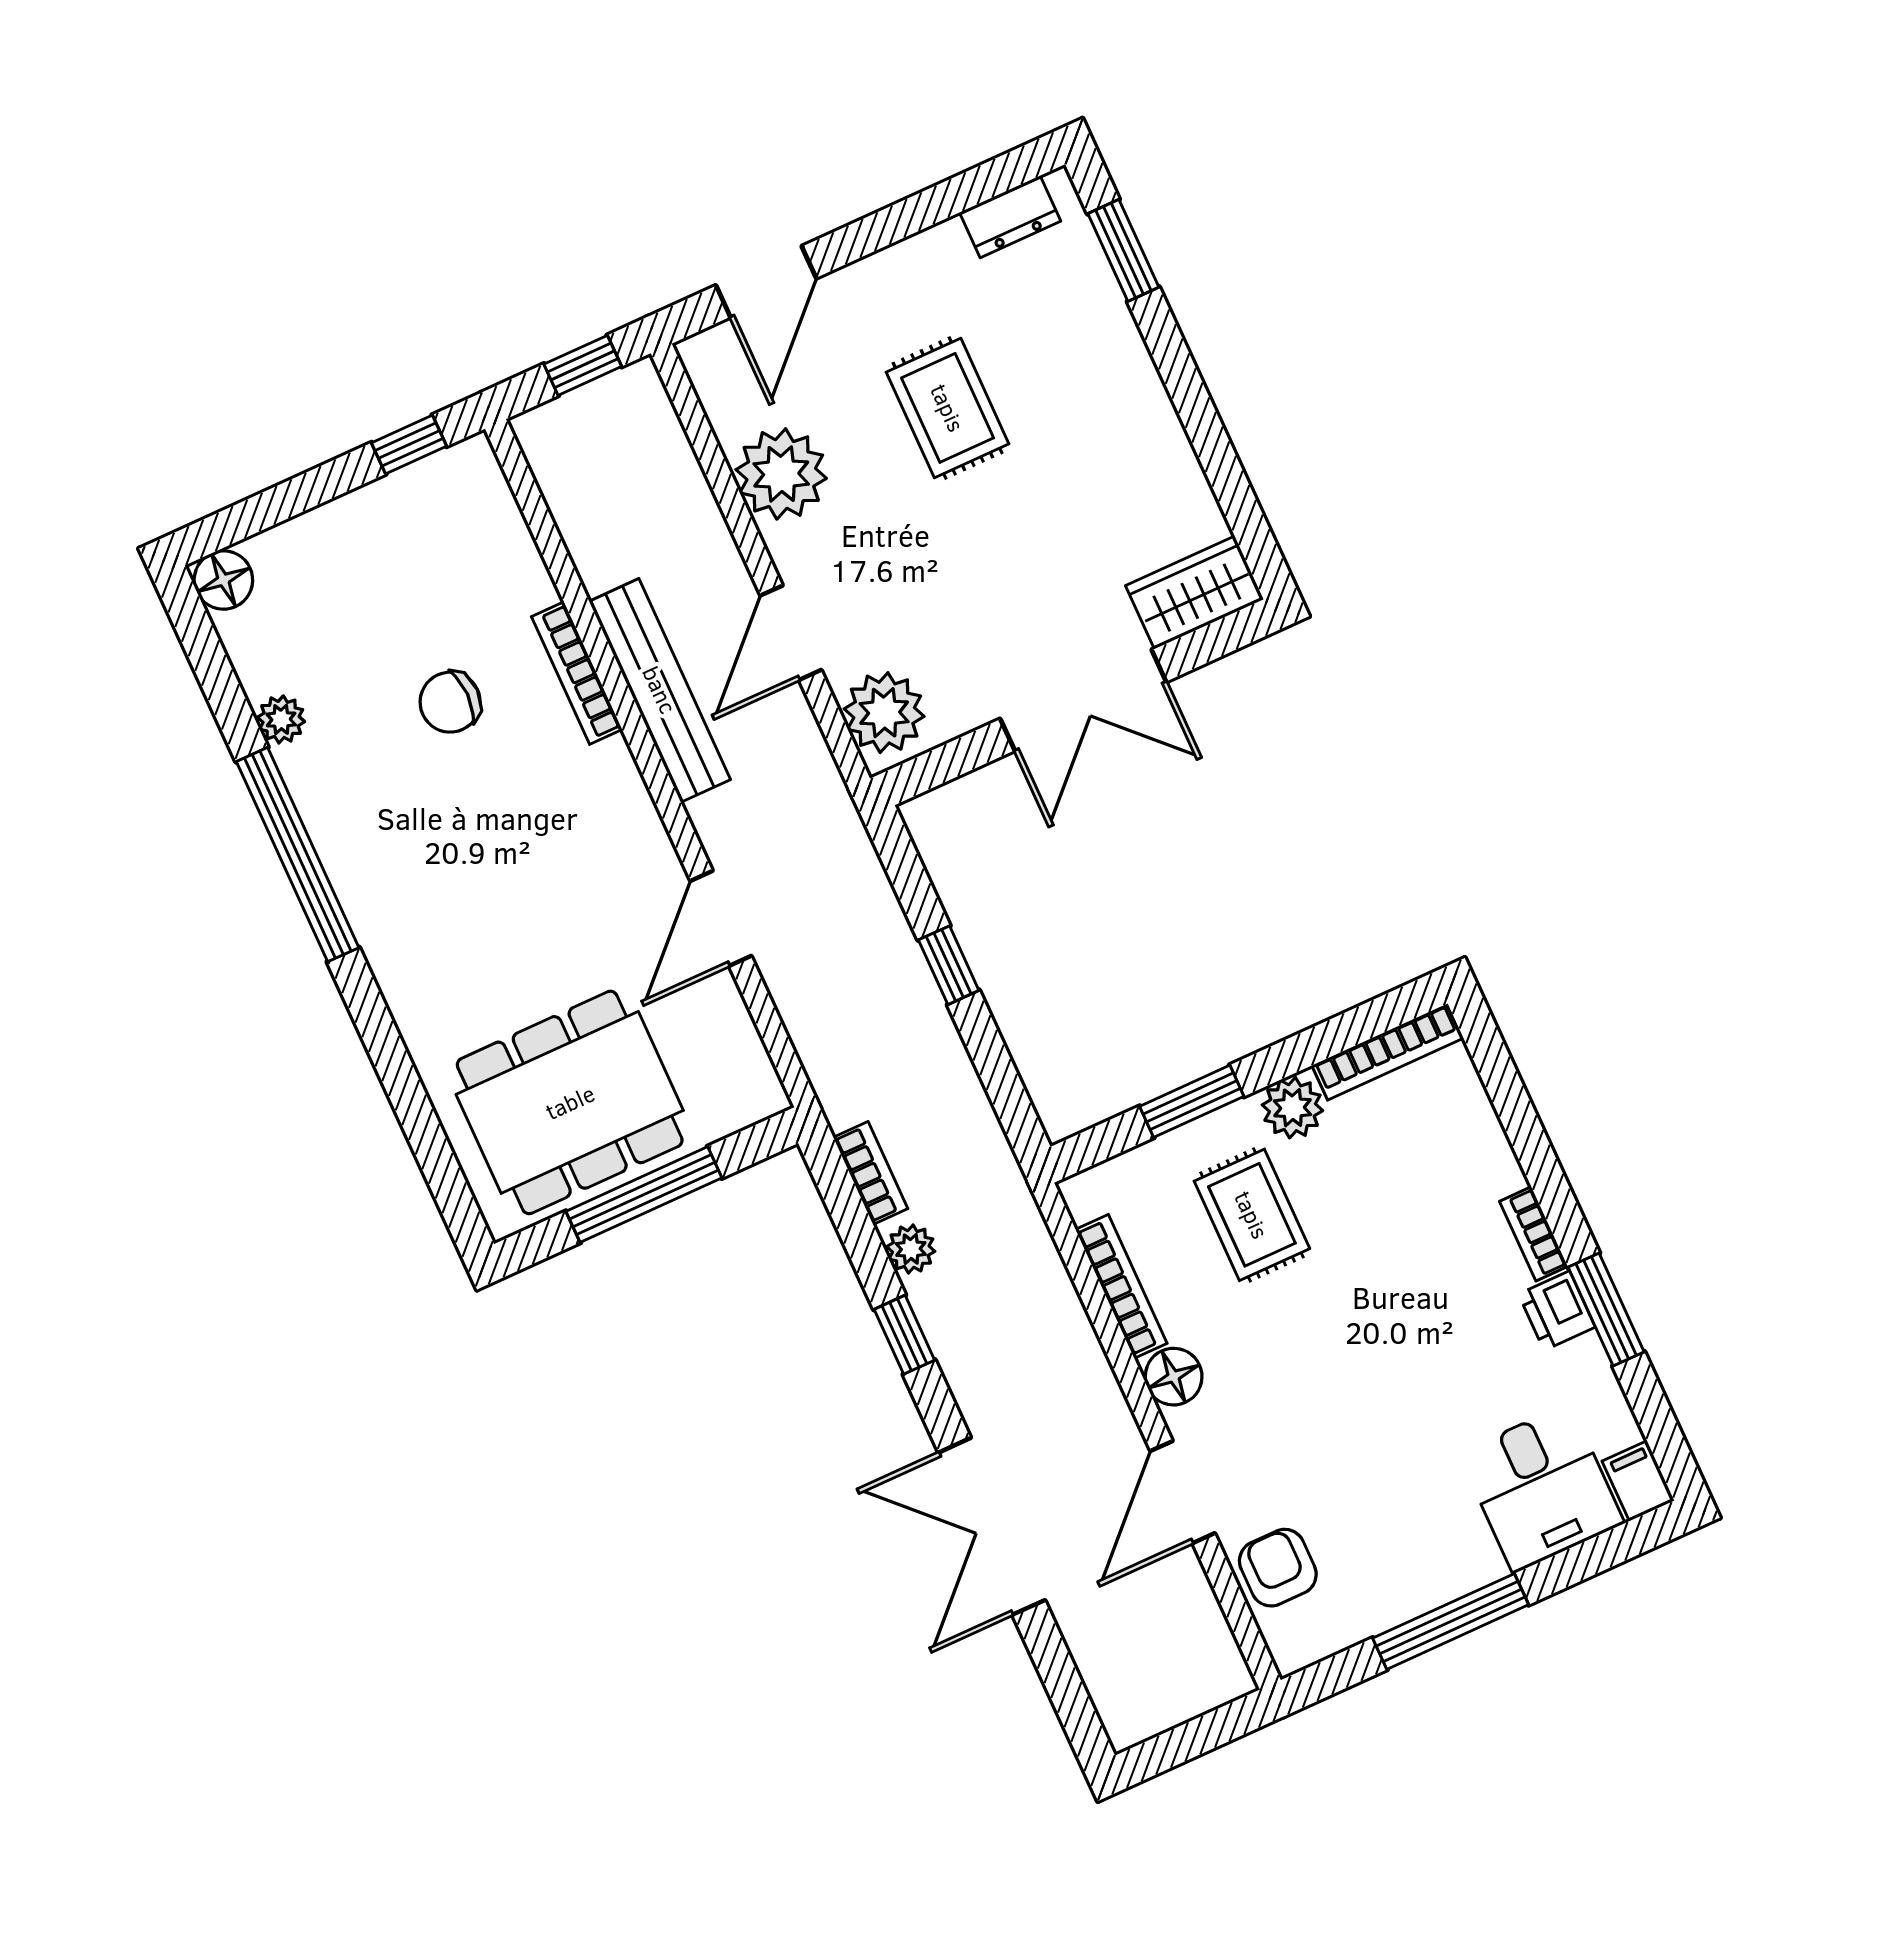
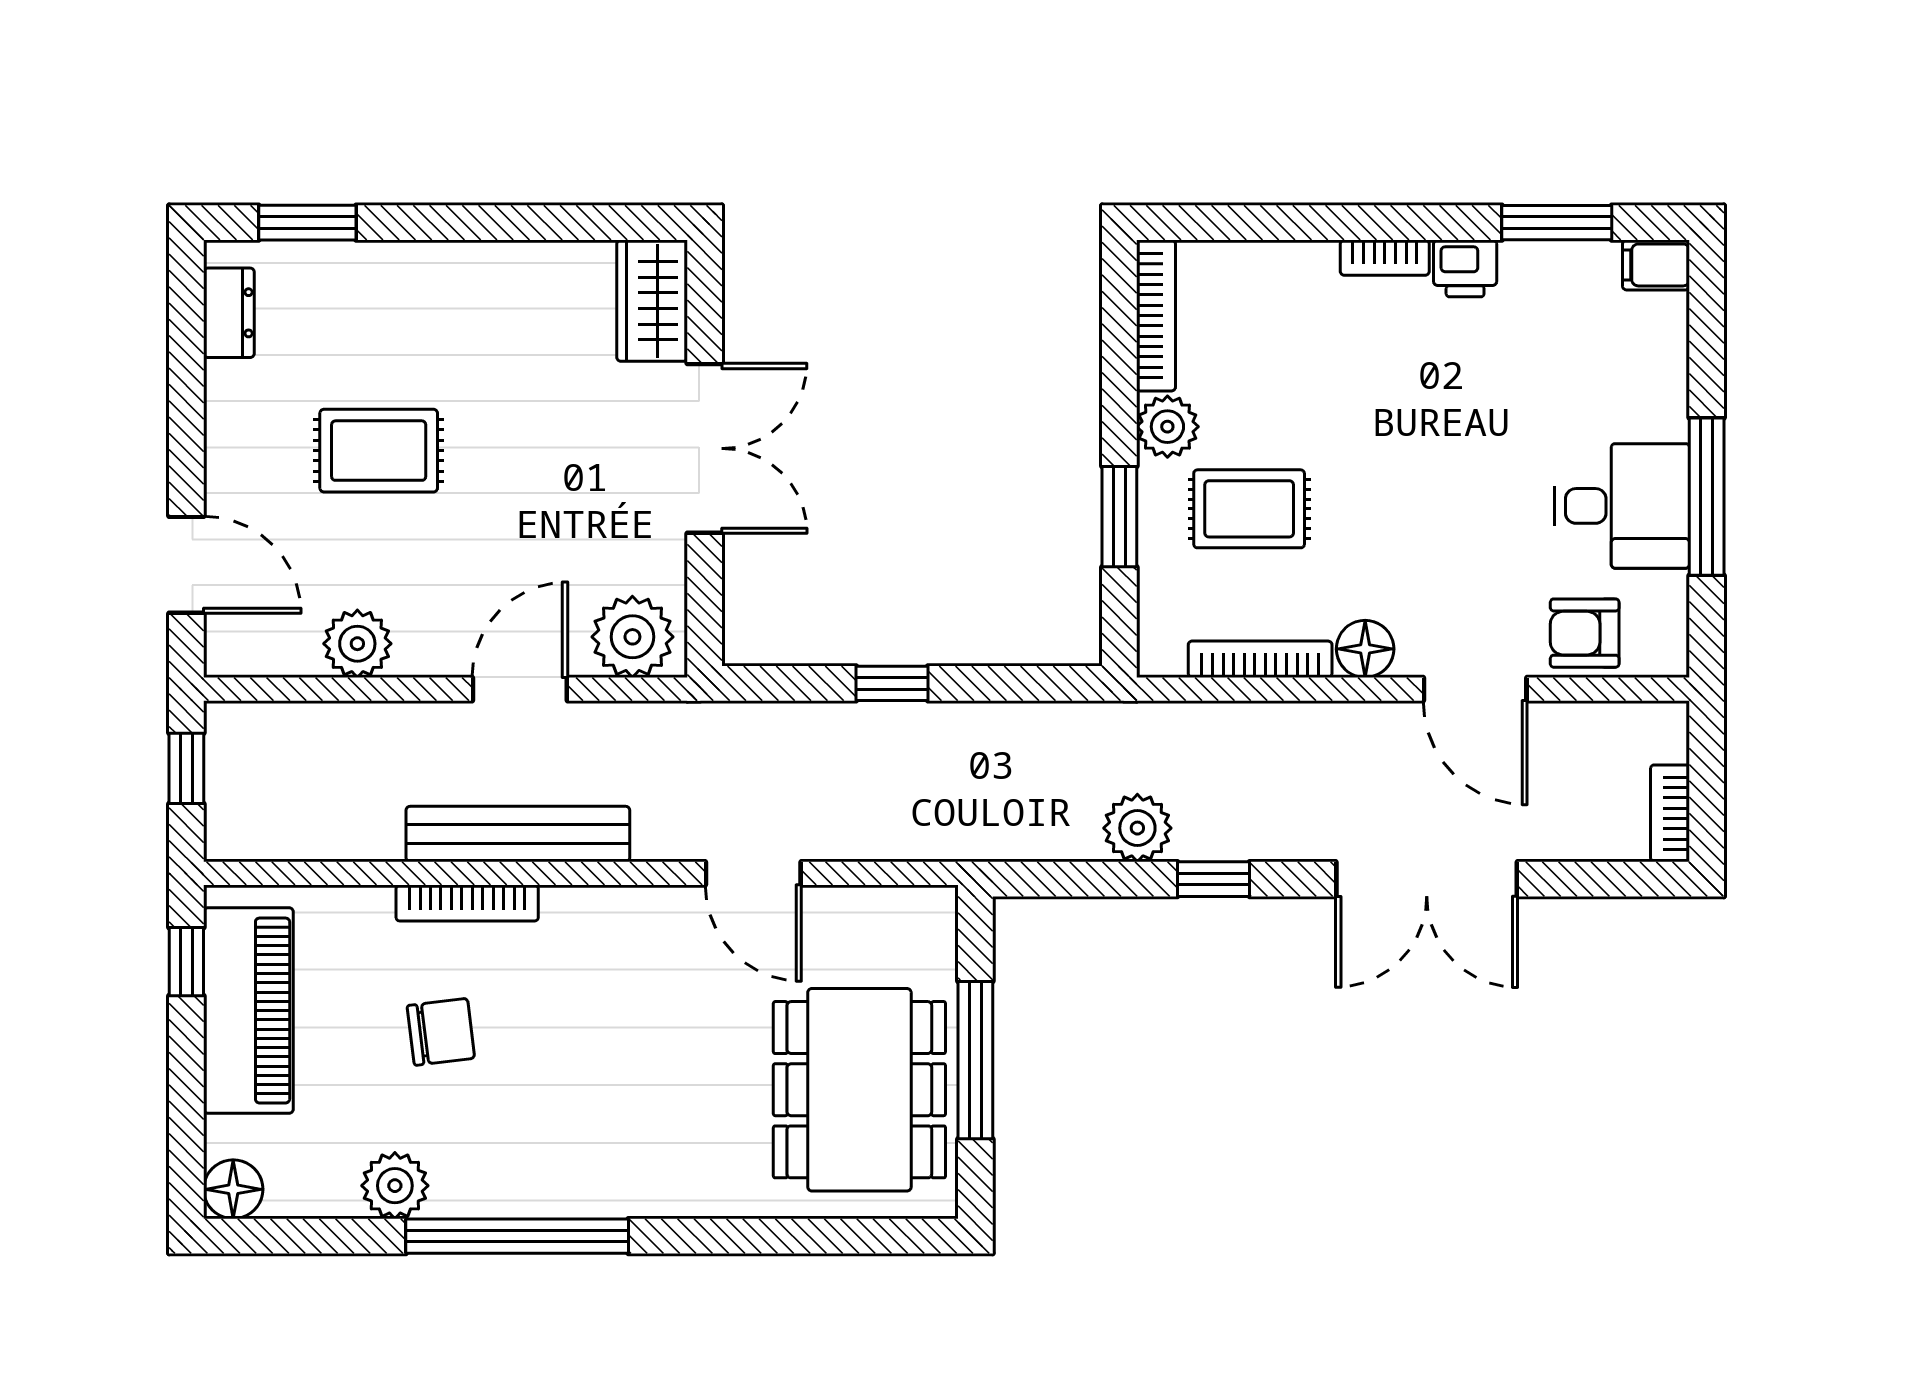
plant: (781, 474) -> (357, 644), width x0.73, depth x0.73
piano: (390, 520) -> (248, 1011), added
door: (791, 633) -> (520, 689), swing flipped
chair: (450, 702) -> (441, 1032), turned -97
plant: (281, 719) -> (395, 1186), width x1.38, depth x1.38
bookcase: (871, 1173) -> (1670, 813), moved, turned -90
plant: (911, 1249) -> (1137, 828), width x1.38, depth x1.38
window: (1606, 1309) -> (1557, 223), moved
desk: (1541, 1488) -> (1622, 506), moved

